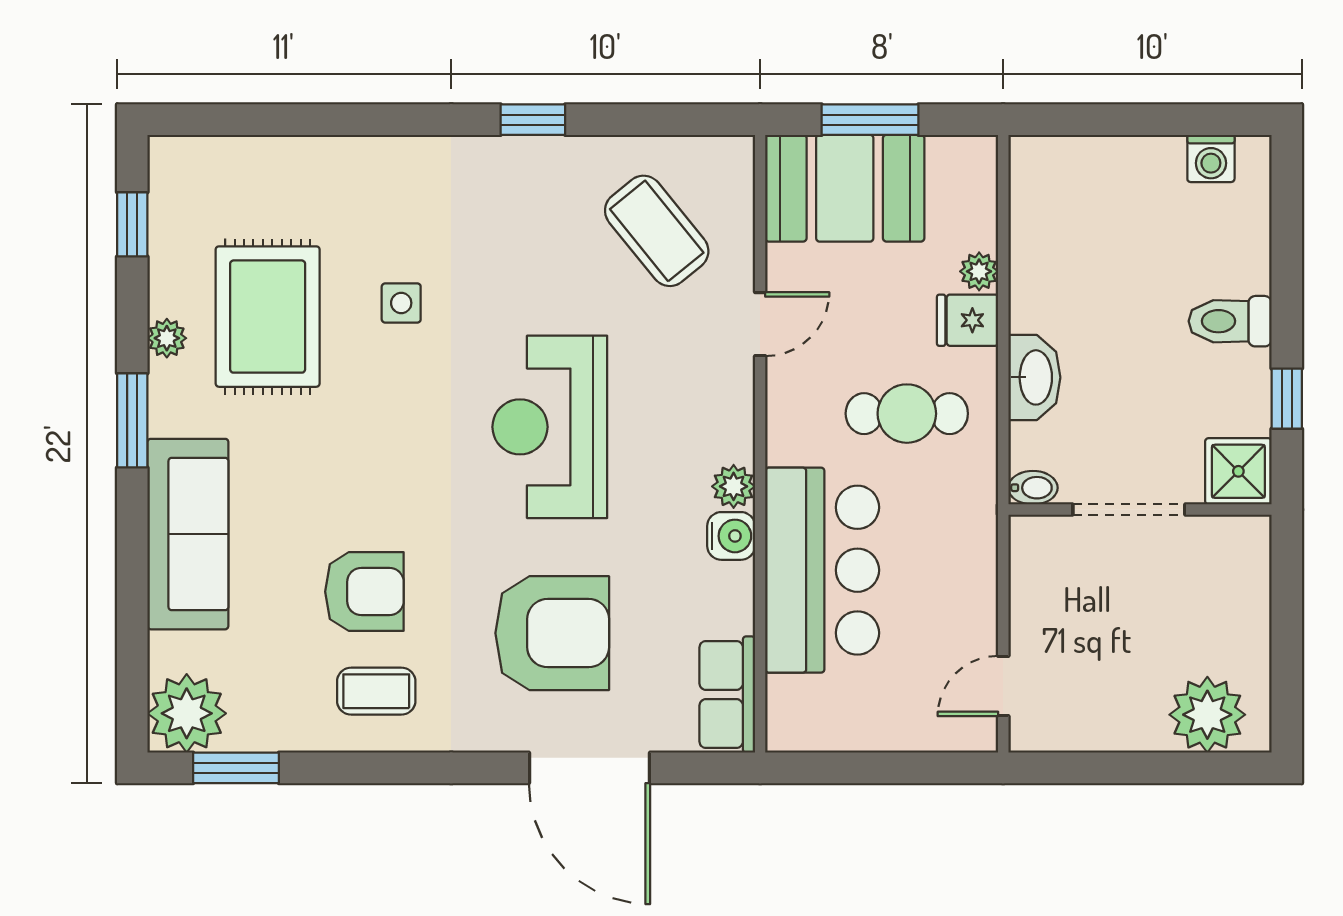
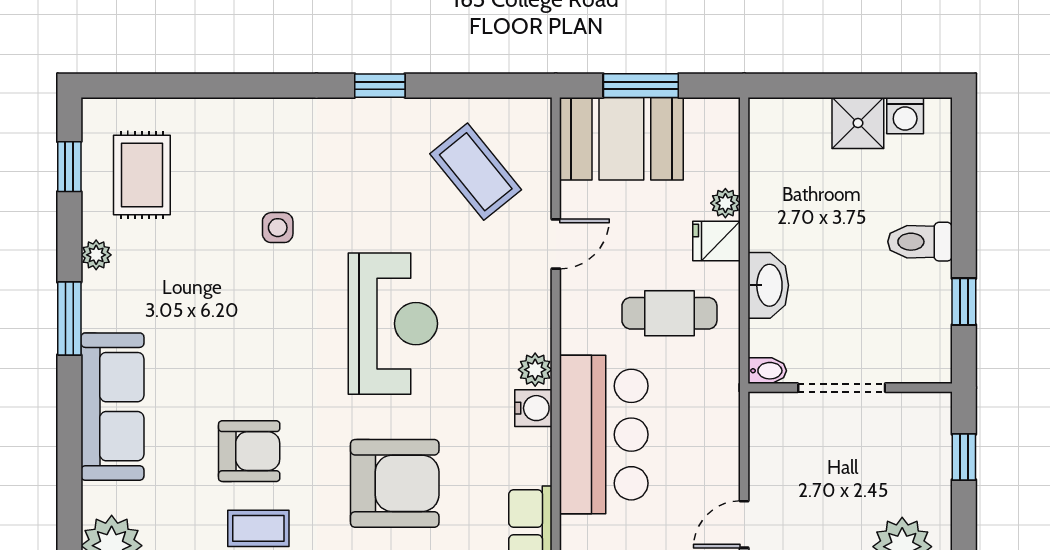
rug: (268, 317) -> (142, 175), moved, width x0.73, depth x0.70
reception desk: (550, 427) -> (393, 324), turned 180
shower: (1238, 471) -> (858, 123), moved
window: (1287, 599) -> (964, 457), added

